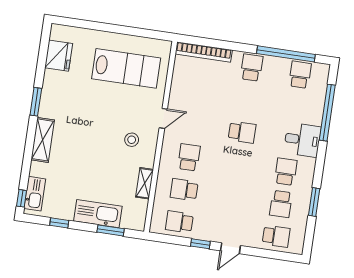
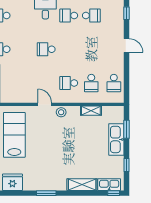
school desk: (242, 132) -> (46, 49), turned -90
shelving: (43, 140) -> (82, 185), moved
stool: (132, 140) -> (61, 112), moved
school desk: (276, 236) -> (114, 15), removed
window: (200, 244) -> (127, 13), moved

